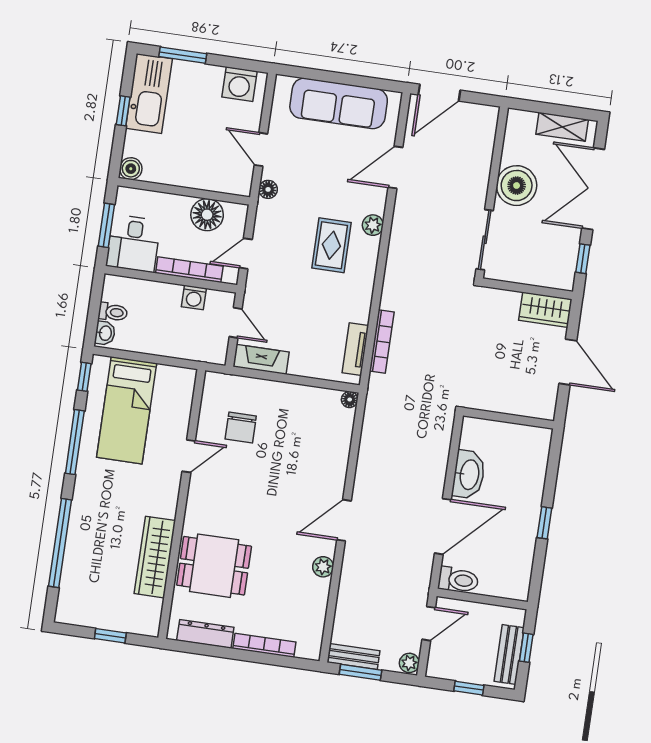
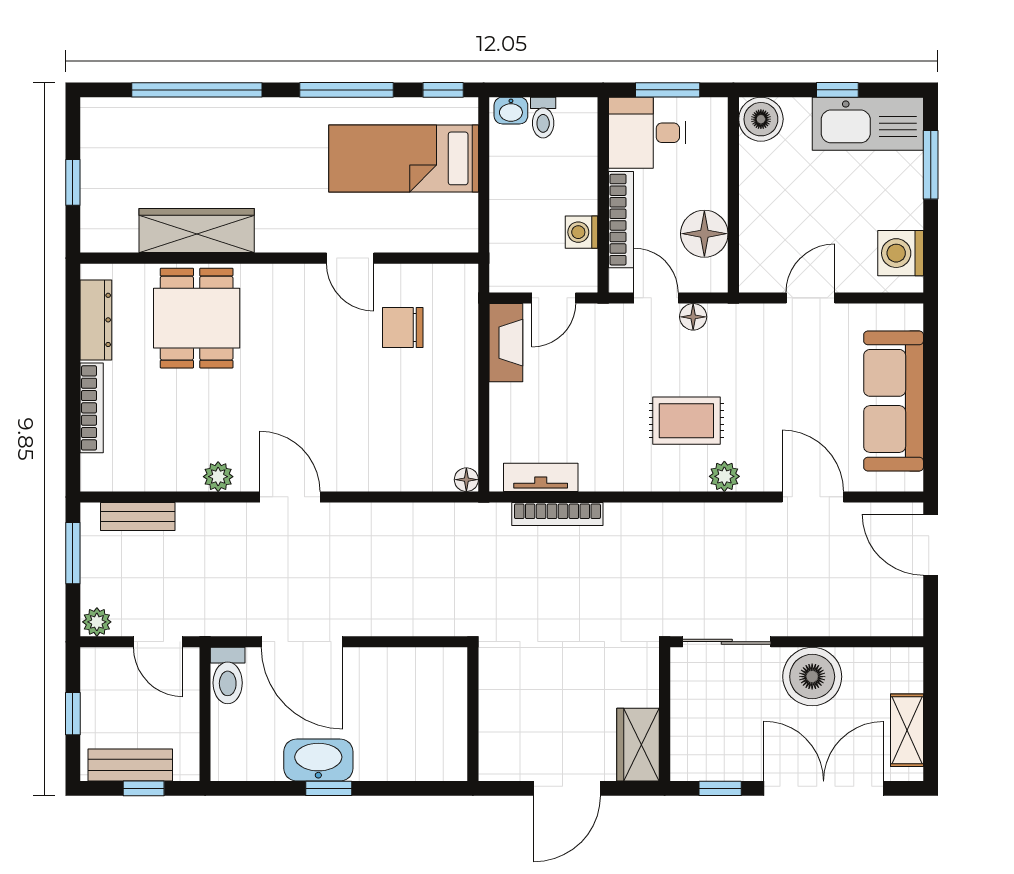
boiler: (131, 169) -> (761, 119), width x1.36, depth x1.36
floor lamp: (268, 189) -> (693, 317), moved
washbasin: (469, 475) -> (318, 760), moved, turned 180
bench: (353, 656) -> (138, 517), moved, turned 90

